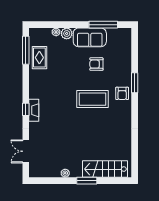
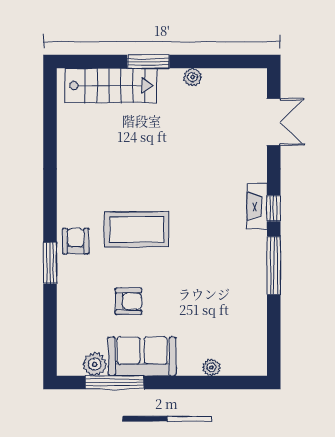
plant: (67, 33) -> (95, 364), moved
window: (26, 50) -> (274, 265), moved
rug: (39, 58) -> (246, 315), removed

